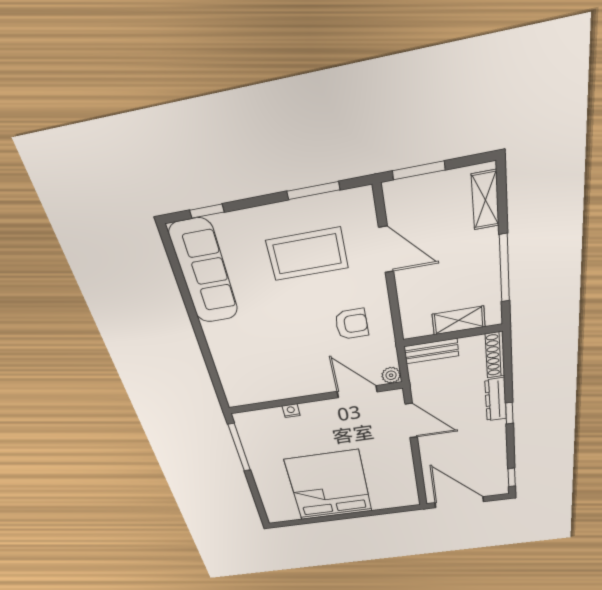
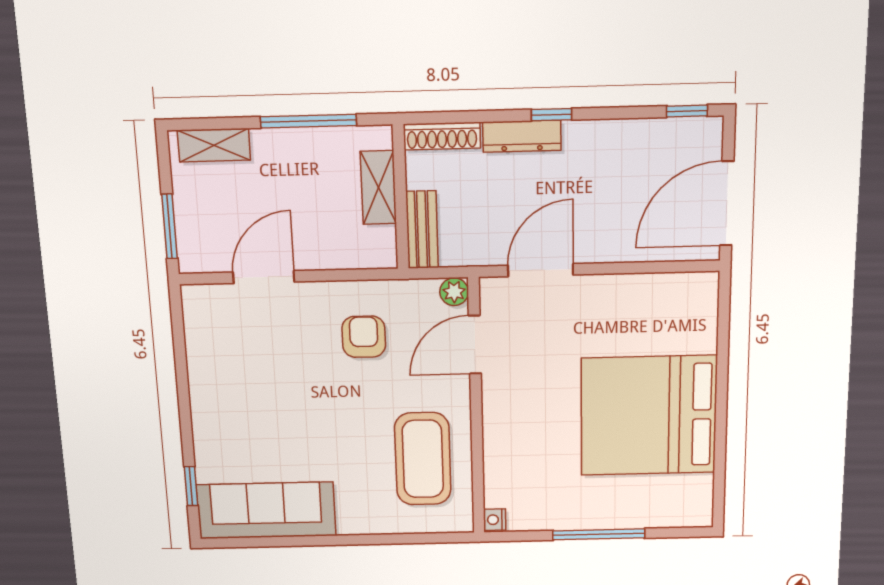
window: (313, 191) -> (180, 356), removed
coffee table: (307, 254) -> (423, 459), moved
nightstand: (291, 411) -> (495, 520), moved
window: (239, 448) -> (599, 534), moved

